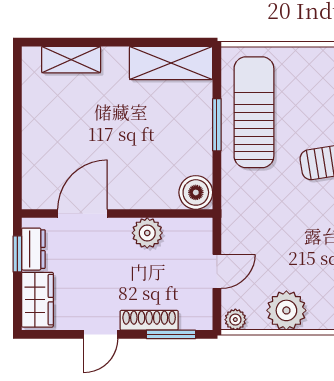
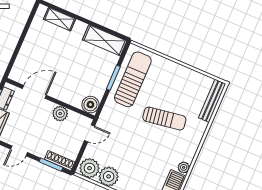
door: (217, 271) -> (89, 133), moved
shoe rack: (149, 320) -> (60, 161), moved
plant: (235, 320) -> (90, 168), width x1.87, depth x1.87

